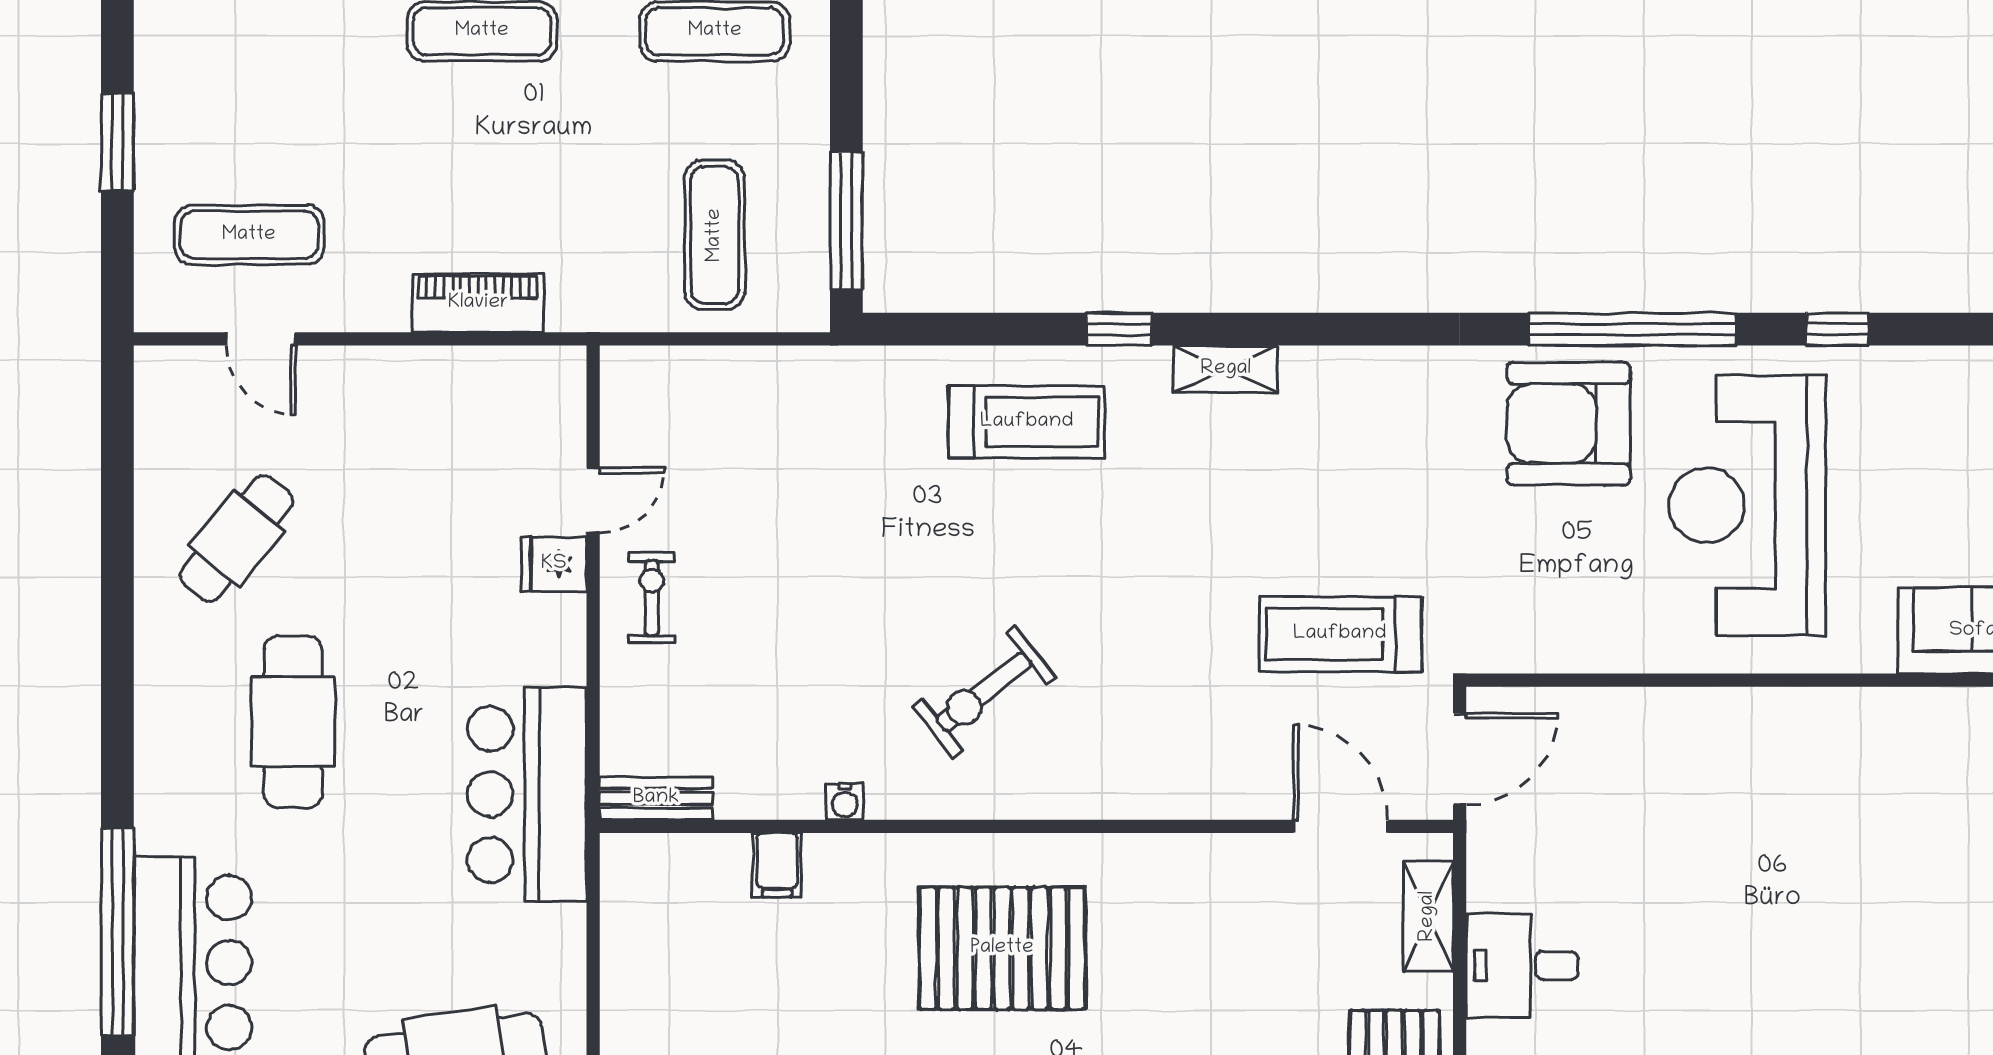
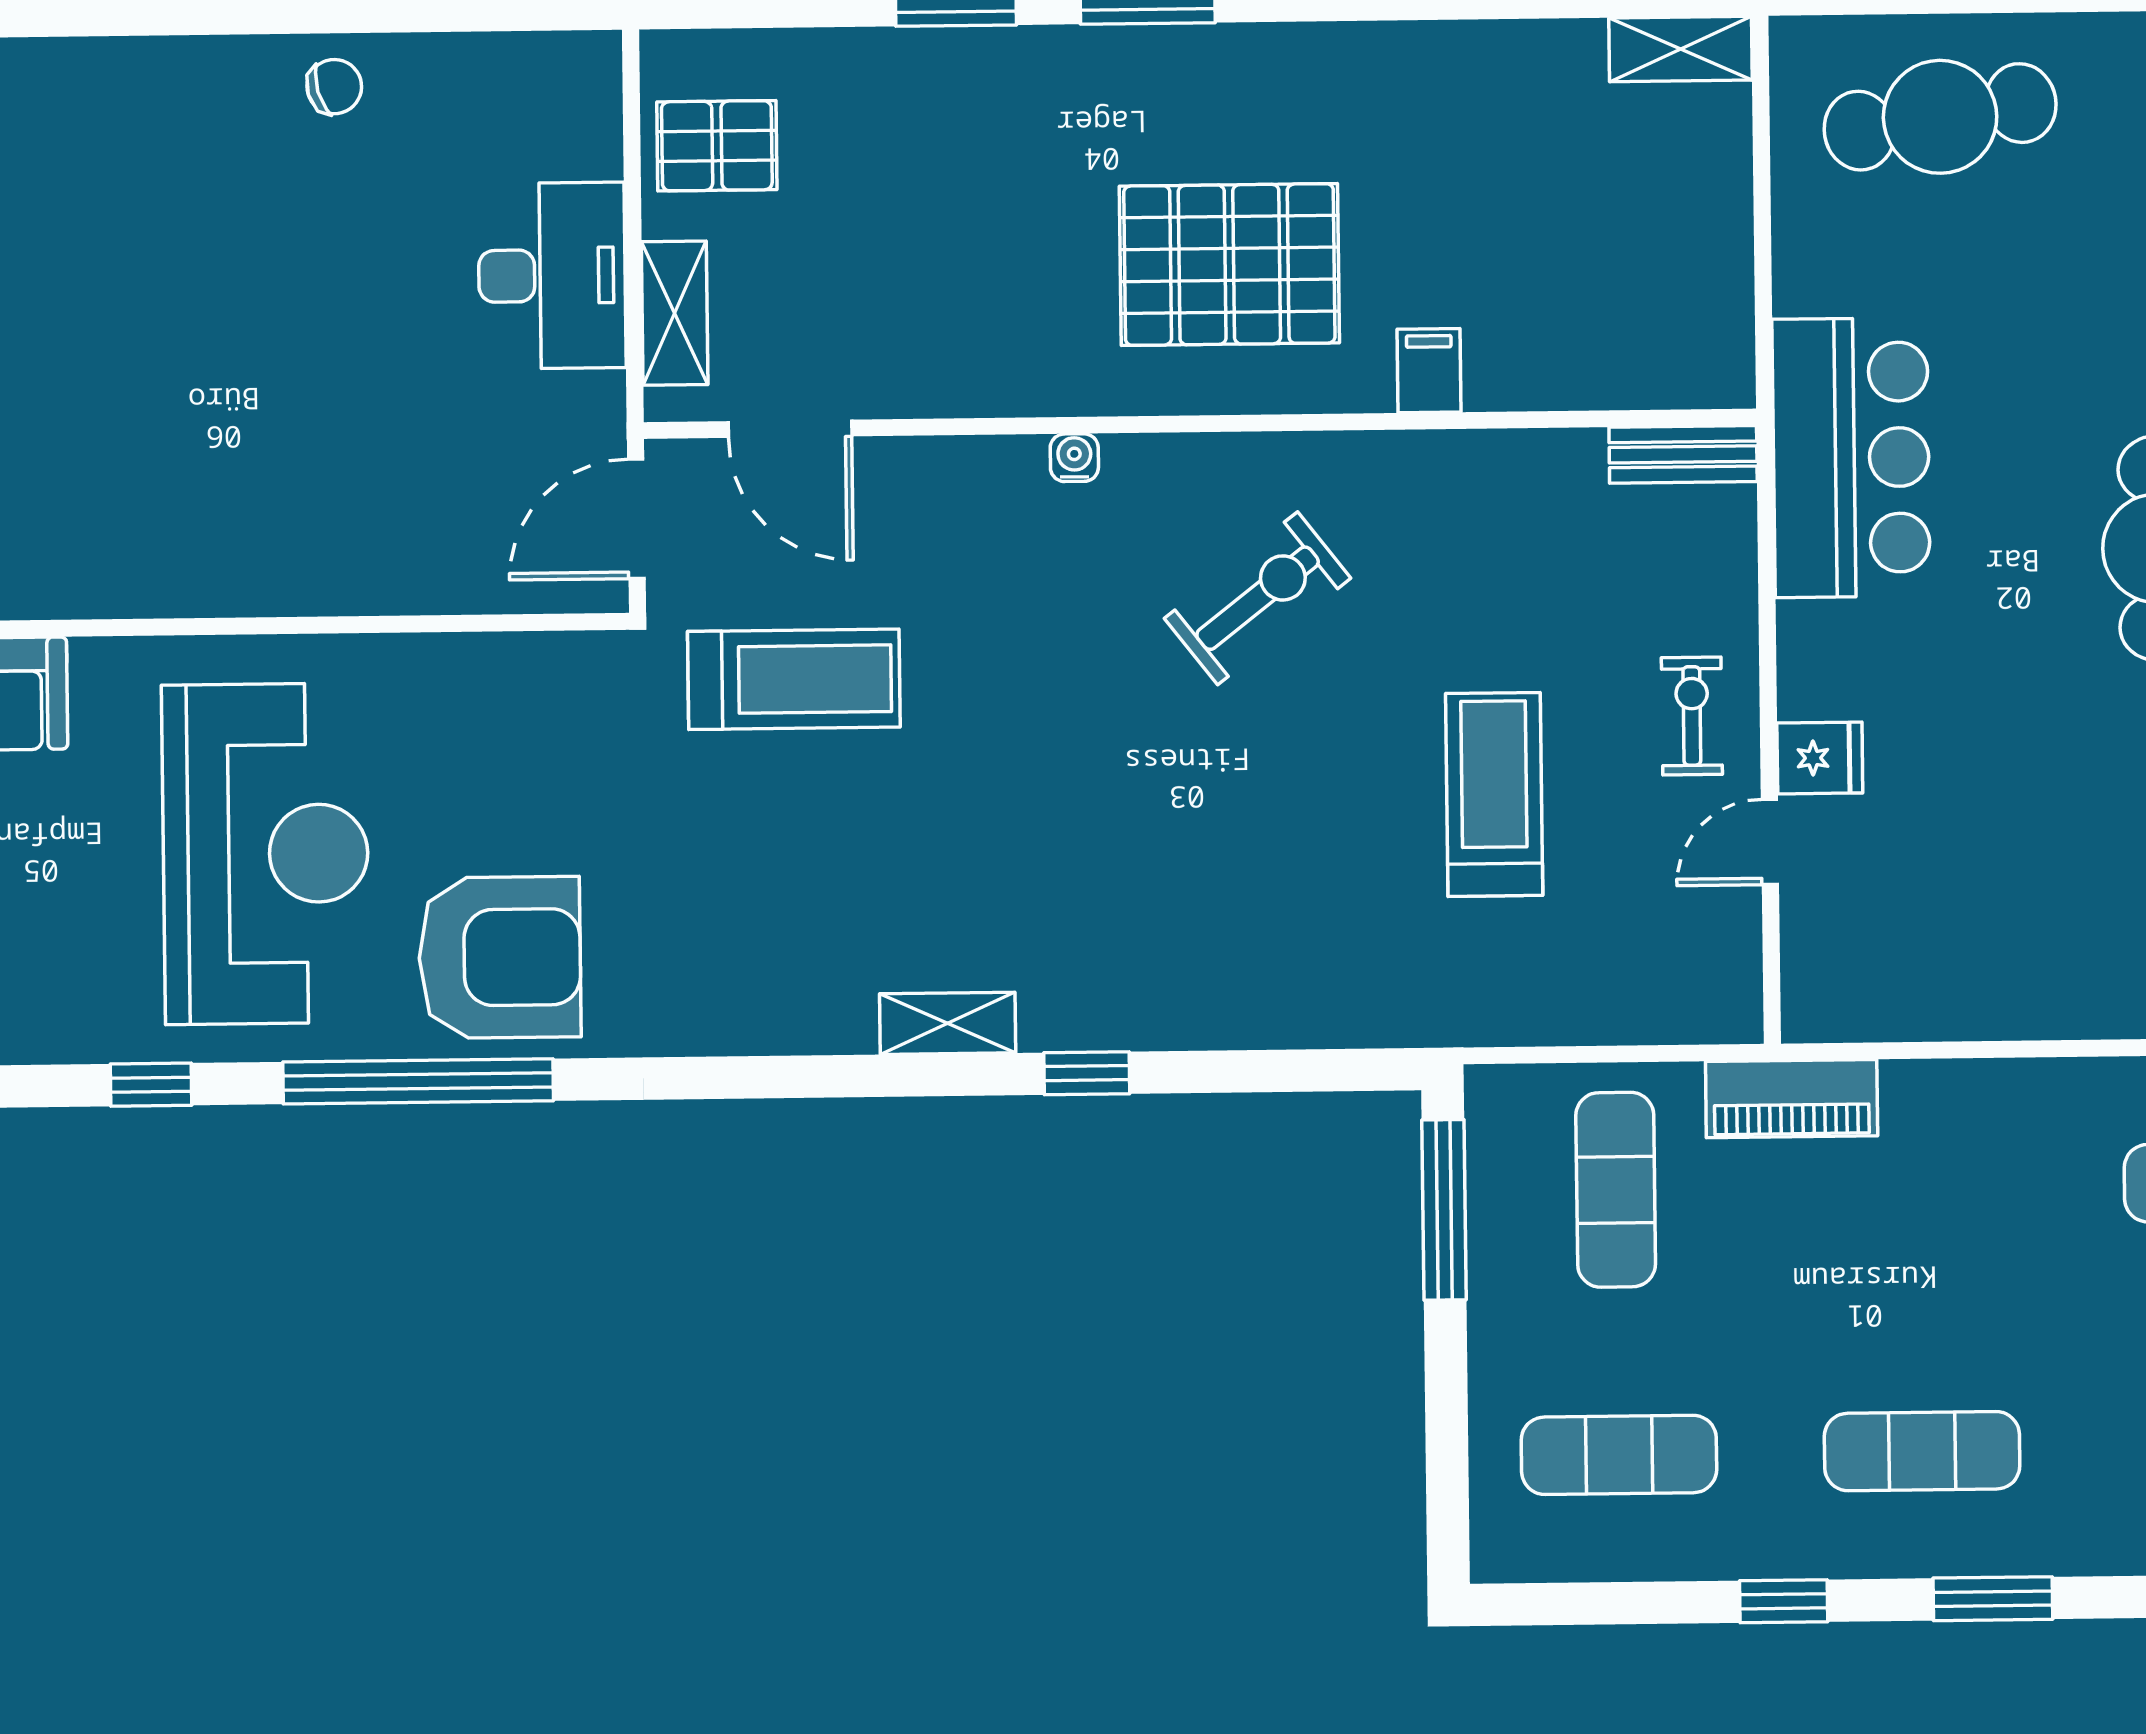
piano: (478, 303) -> (1792, 1099), moved
treadmill: (1027, 422) -> (1494, 794), moved, turned 90
exercise bike: (652, 598) -> (1692, 716), turned 180
water cooler: (845, 802) -> (1074, 458), moved
filing cabinet: (777, 865) -> (1429, 371), moved
desk: (1522, 966) -> (552, 276), width x1.37

